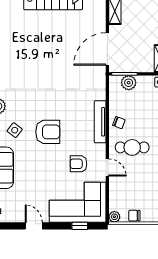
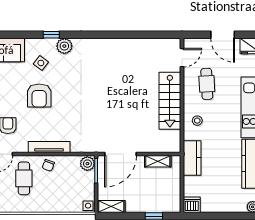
door: (107, 49) -> (121, 154), swing flipped
plant: (129, 83) -> (87, 164), moved

